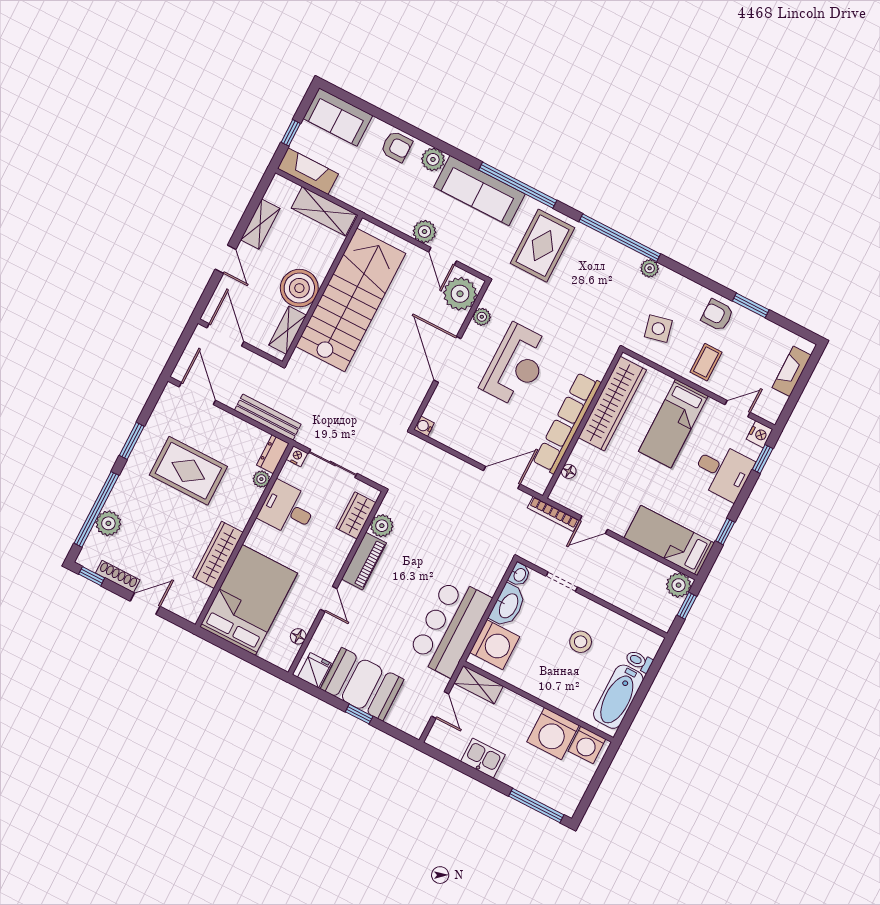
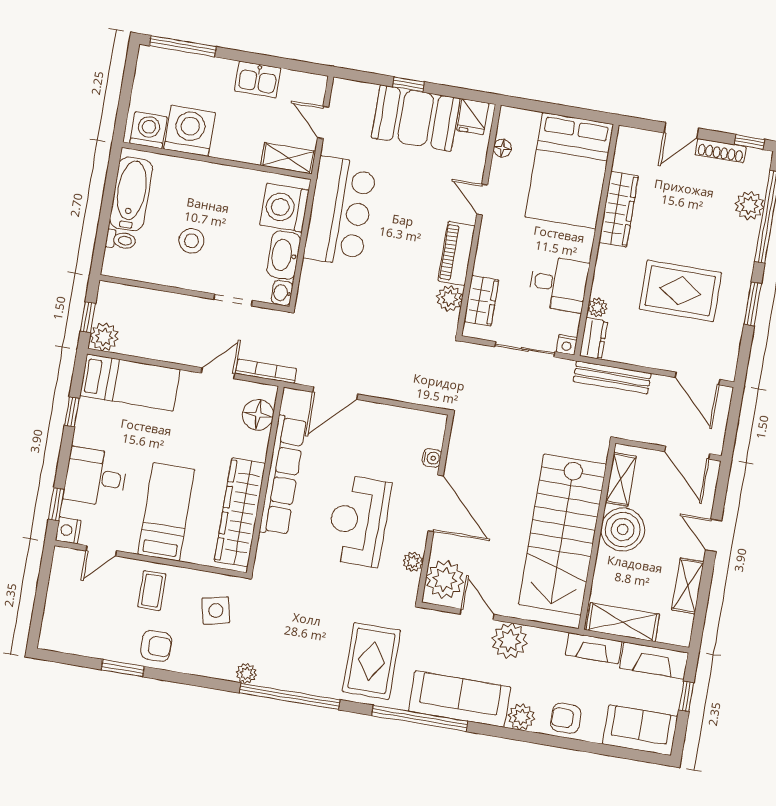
plant: (424, 232) -> (509, 641), width x1.36, depth x1.36
fireplace: (792, 371) -> (594, 648), moved, turned 90
water cooler: (424, 426) -> (432, 458), moved
floor lamp: (569, 471) -> (258, 415), width x1.89, depth x1.89

